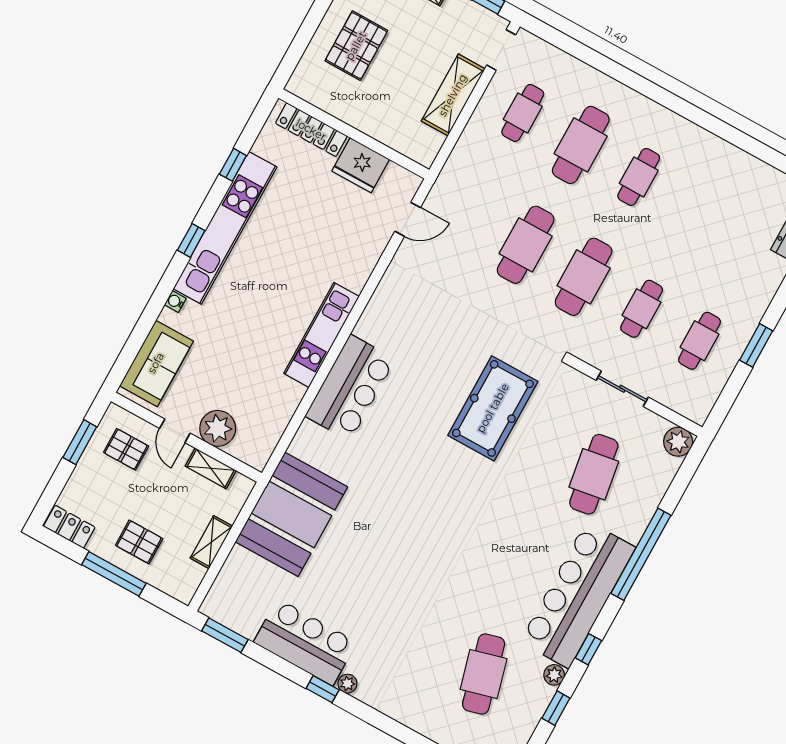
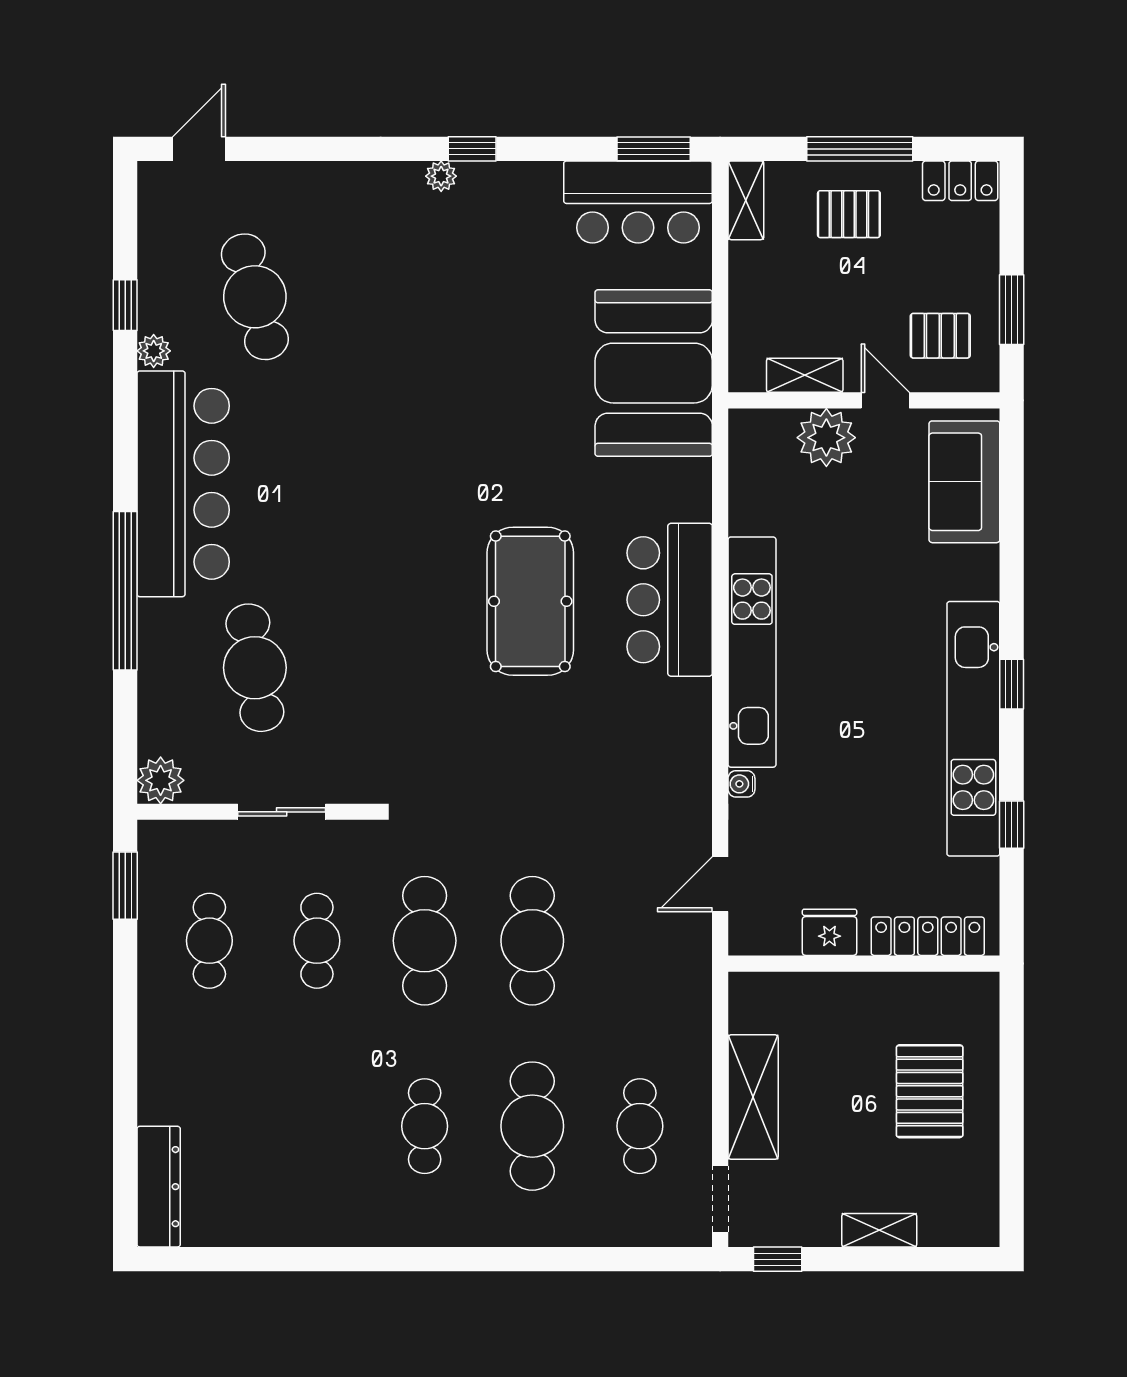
fridge: (361, 165) -> (829, 932), width x0.73, depth x0.75
water cooler: (175, 301) -> (741, 784), moved, turned 180
kitchen unit: (321, 335) -> (752, 652), width x1.36
window: (756, 345) -> (125, 886), moved
pool table: (493, 408) -> (530, 601), moved
shelving: (211, 542) -> (746, 200), moved
bar counter: (305, 642) -> (638, 202), moved
window: (588, 649) -> (125, 414), removed

